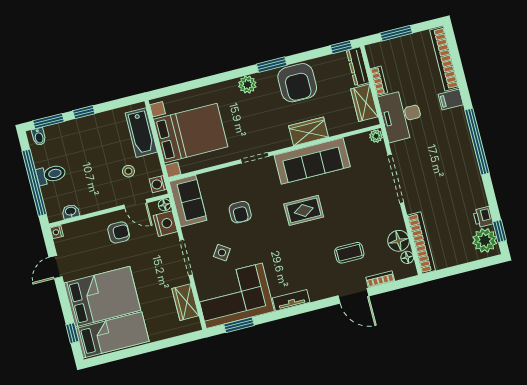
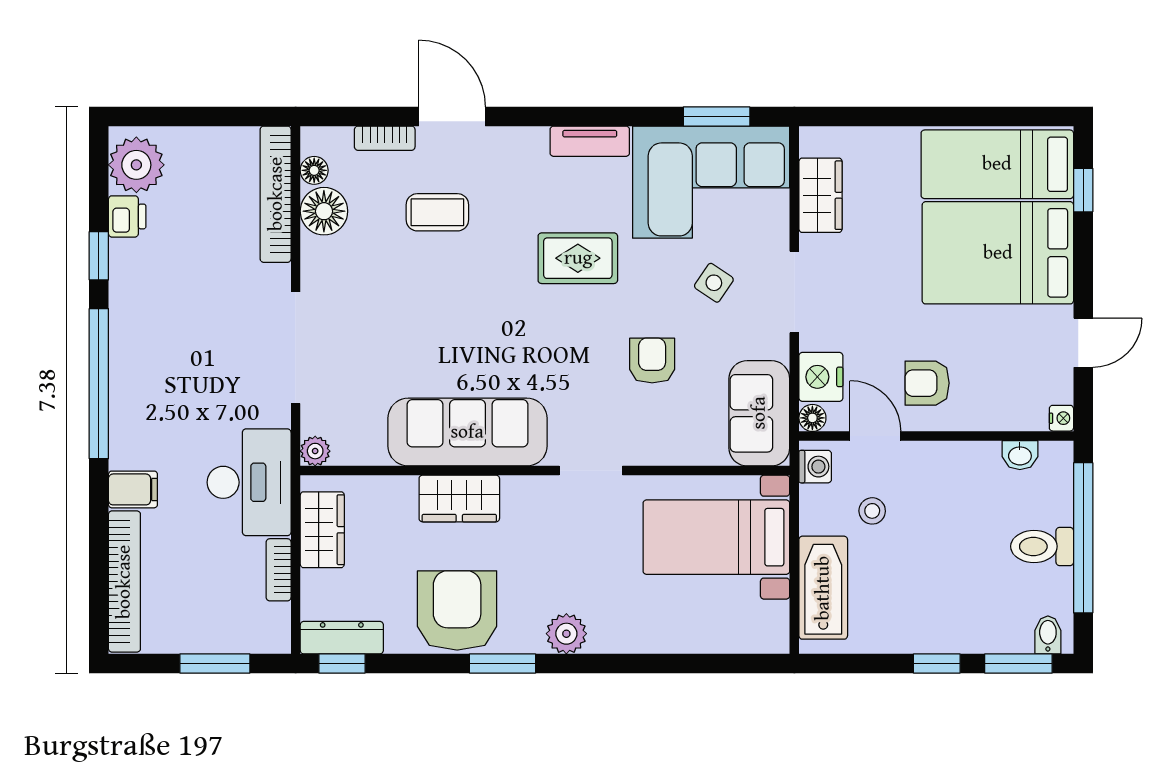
dresser: (358, 66) -> (342, 638), moved, turned -90
bed with nightstands: (191, 133) -> (716, 537), width x0.73
rug: (304, 210) -> (578, 258), moved
window: (500, 231) -> (99, 256), moved

